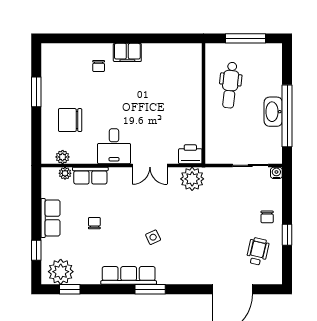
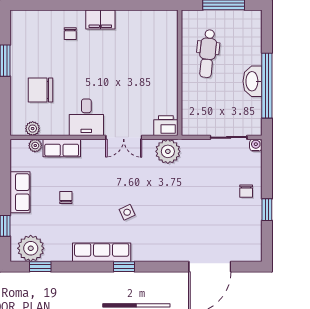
wheelchair: (258, 251) -> (236, 227), removed
window: (150, 289) -> (124, 267), width x0.67

